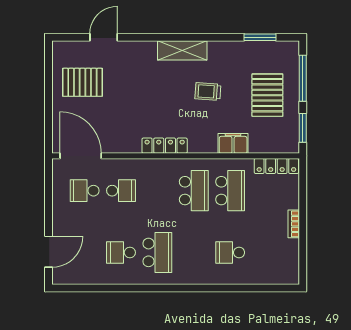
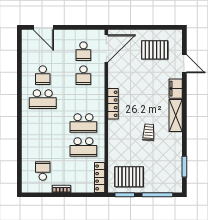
pallet: (82, 82) -> (155, 50), turned 90
pallet: (267, 95) -> (129, 177), moved
filing cabinet: (233, 143) -> (176, 89), moved, turned 180
school desk: (85, 191) -> (83, 51), turned 180
school desk: (121, 252) -> (43, 75), turned 180
school desk: (230, 252) -> (43, 171), moved

